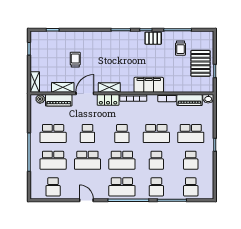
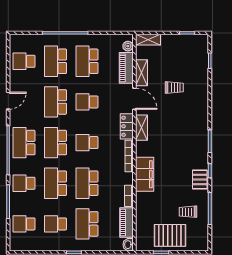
school desk: (156, 160) -> (56, 183), width x1.85

